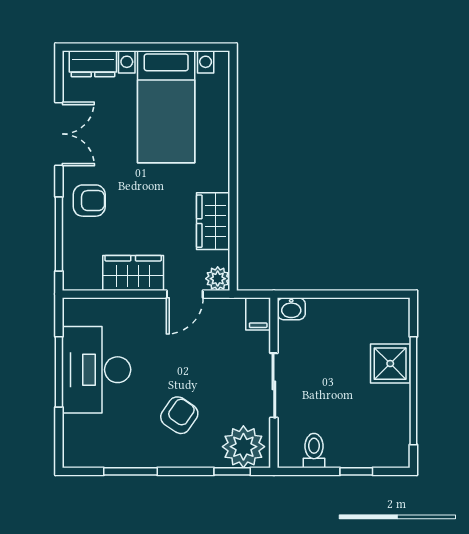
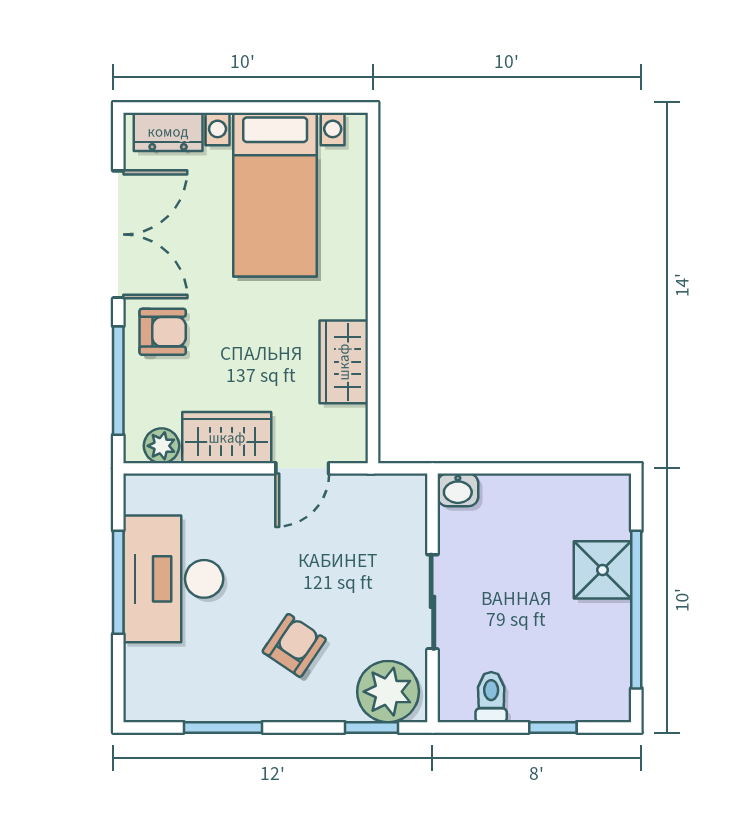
double door: (59, 134) -> (118, 234), width x1.37
plant: (218, 279) -> (162, 446), moved
filing cabinet: (258, 314) -> (410, 497), removed

